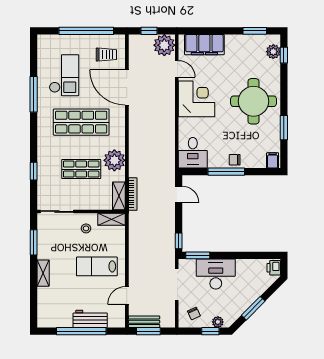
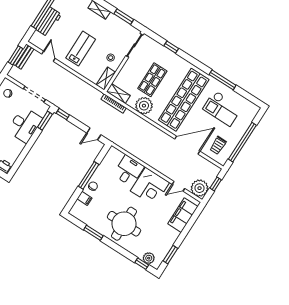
shop shelf: (81, 122) -> (184, 100), width x1.40
desk: (193, 153) -> (129, 171), moved, turned 90
filing cabinet: (273, 160) -> (84, 198), moved

